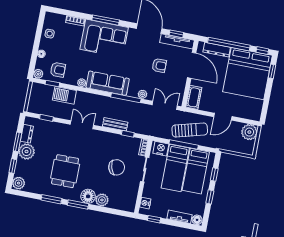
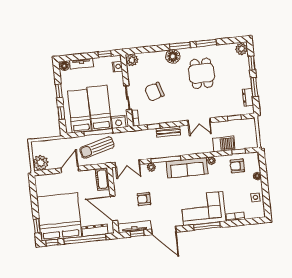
plant: (38, 74) -> (254, 157), removed
plant: (27, 151) -> (243, 81), removed
plant: (102, 200) -> (132, 60), moved

